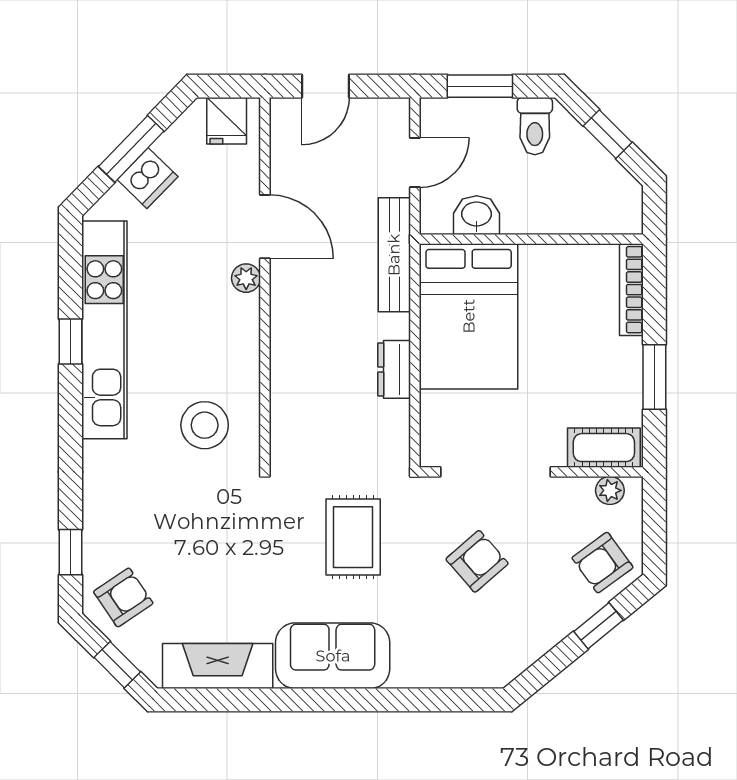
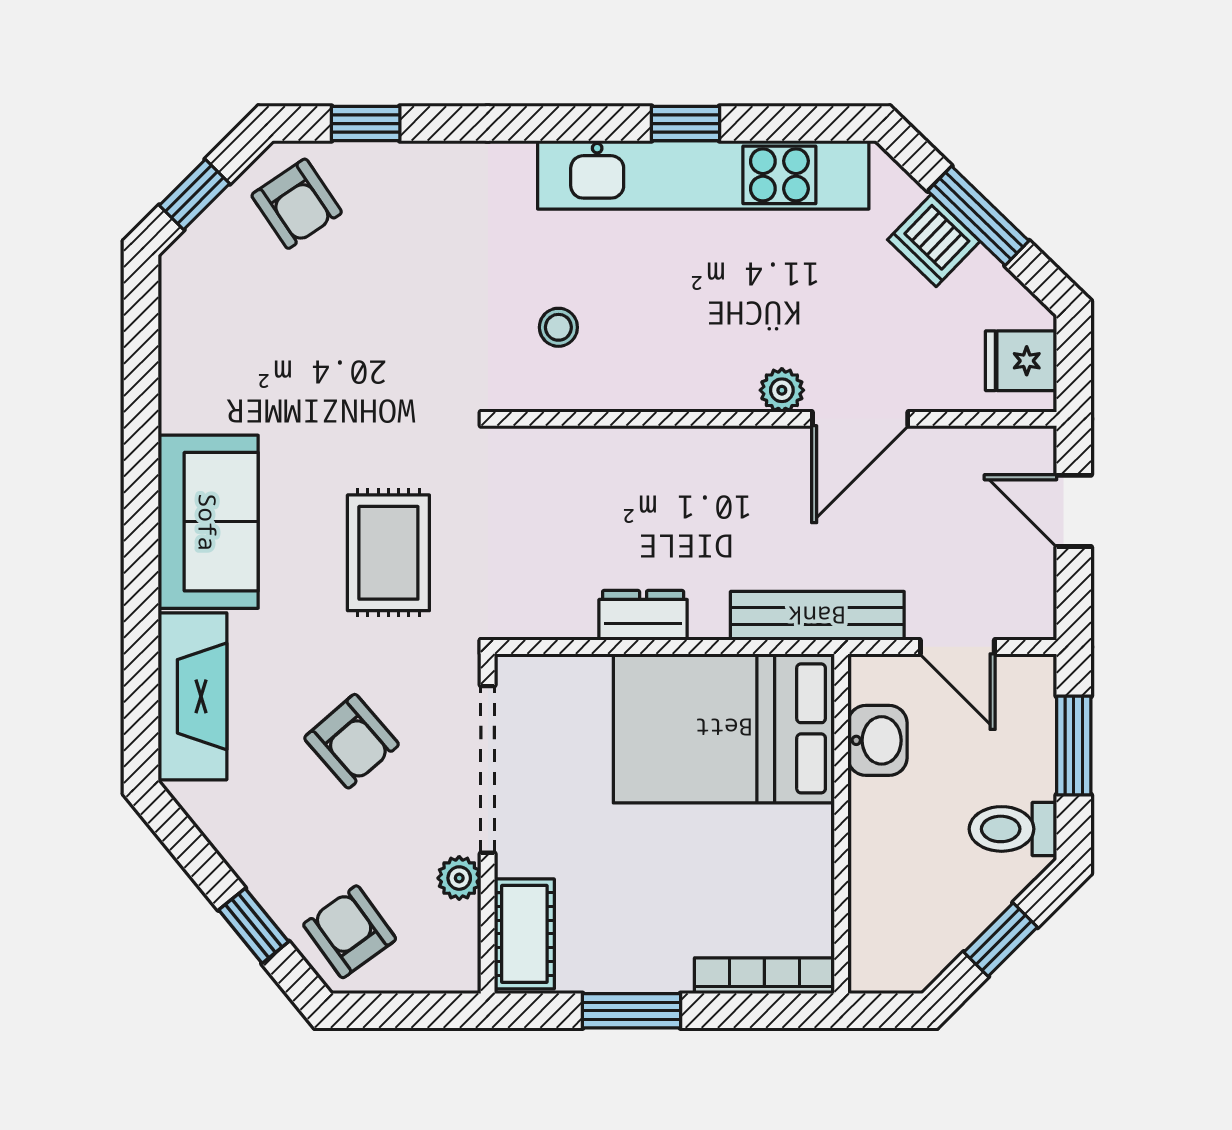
stool: (205, 425) -> (558, 327), width x0.53, depth x0.53
plant: (610, 490) -> (459, 878), moved
rug: (353, 537) -> (388, 553), turned 90
fireplace: (218, 666) -> (192, 696), moved

